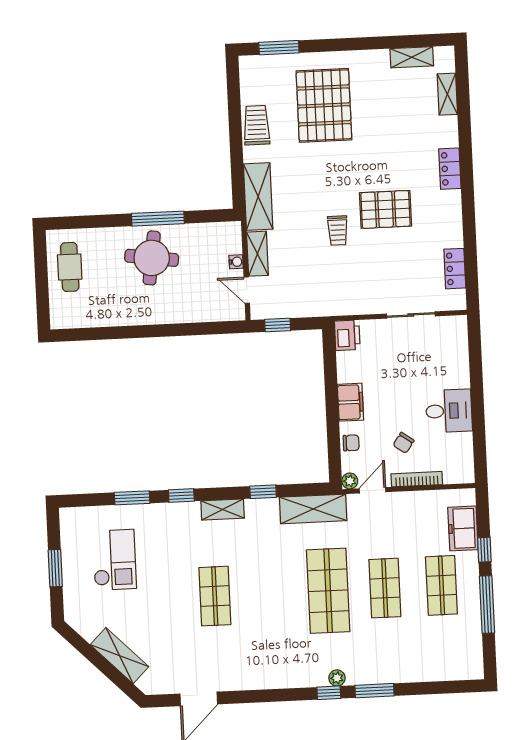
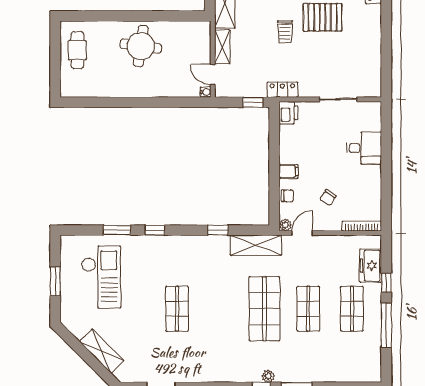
window: (158, 219) -> (147, 16), removed
water cooler: (236, 262) -> (206, 92), moved
locker: (455, 269) -> (282, 90), moved, turned 90
window: (278, 325) -> (253, 102), moved
filing cabinet: (350, 402) -> (289, 171), width x0.50
desk: (449, 411) -> (364, 148), moved
bookcase: (417, 479) -> (362, 226), moved
shelving: (223, 510) -> (186, 242), removed
checkout: (114, 560) -> (101, 277), width x1.36, depth x1.21

